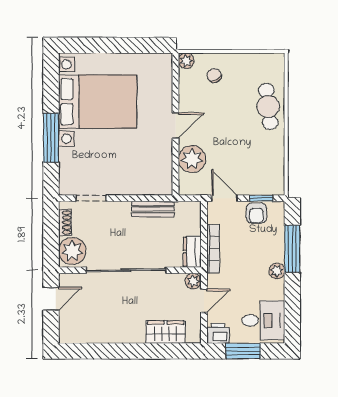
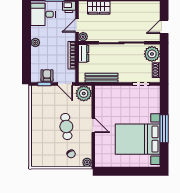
cafe table: (268, 107) -> (66, 127), moved
door: (175, 126) -> (93, 125), swing flipped
window: (51, 138) -> (164, 129), moved
plant: (192, 159) -> (84, 93), moved
bench: (153, 209) -> (102, 78), width x1.36
window: (292, 249) -> (27, 55), removed

